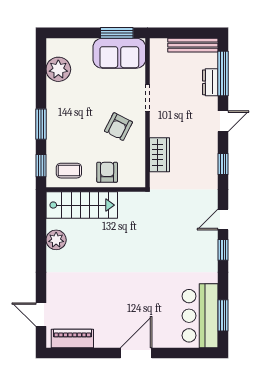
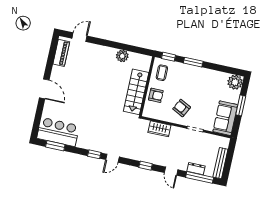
window: (117, 33) -> (241, 105), moved
plant: (58, 69) -> (235, 82), moved
stairs: (82, 205) -> (136, 92), moved
door: (223, 219) -> (112, 158), swing flipped

